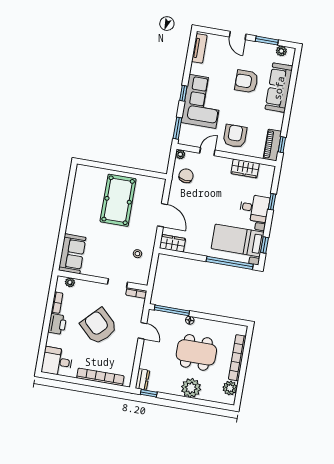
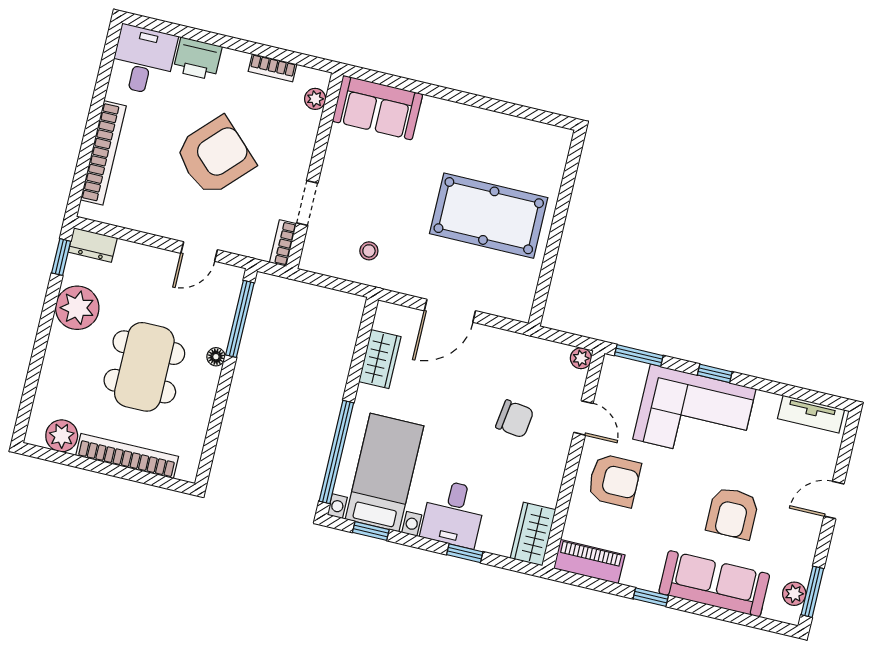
window: (267, 41) -> (812, 592), moved
armchair: (246, 81) -> (732, 513), turned 180
window: (282, 145) -> (651, 597), moved
wardrobe: (245, 168) -> (533, 534), moved
chair: (186, 176) -> (515, 419), moved
wardrobe: (172, 243) -> (380, 359), moved
printer: (57, 324) -> (198, 59), moved
plant: (191, 388) -> (77, 308), moved

